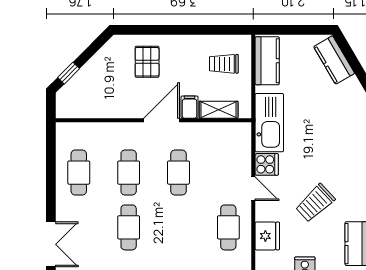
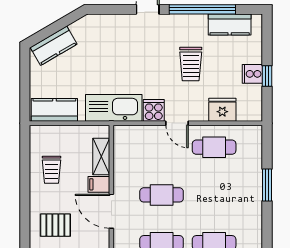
trolley: (224, 64) -> (51, 170), moved
door: (253, 189) -> (177, 123), swing flipped
trolley: (315, 203) -> (191, 64), turned 43

